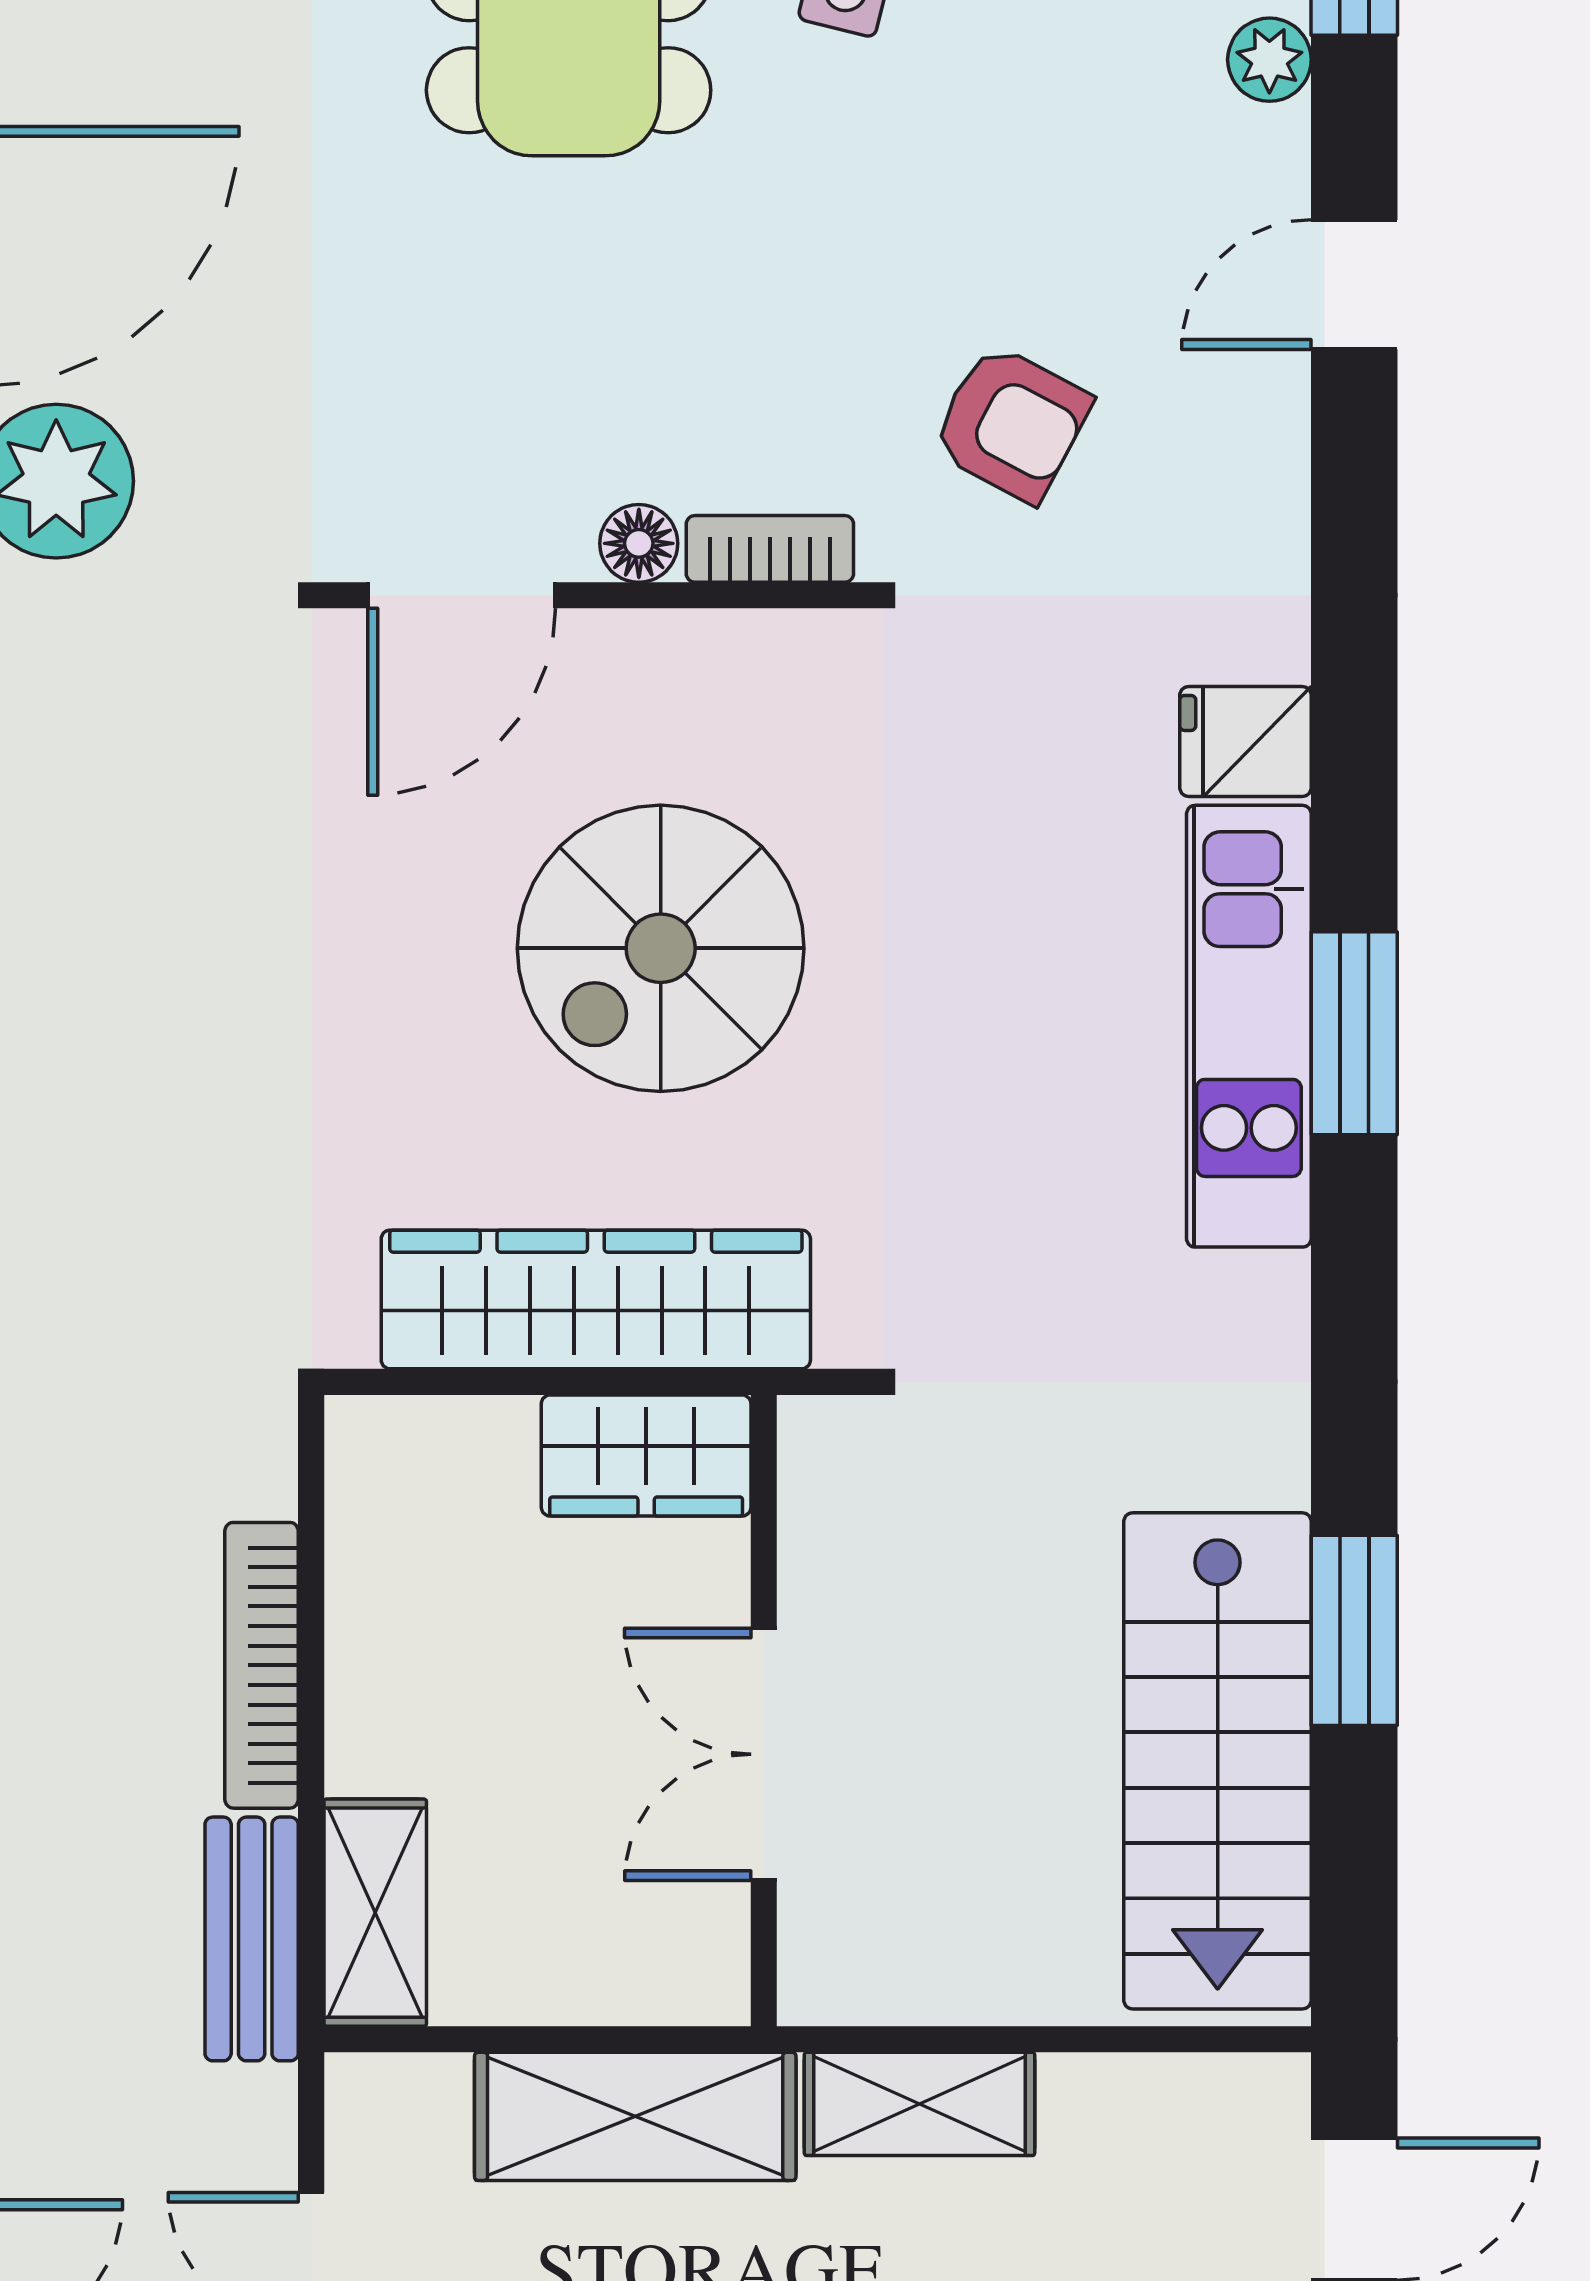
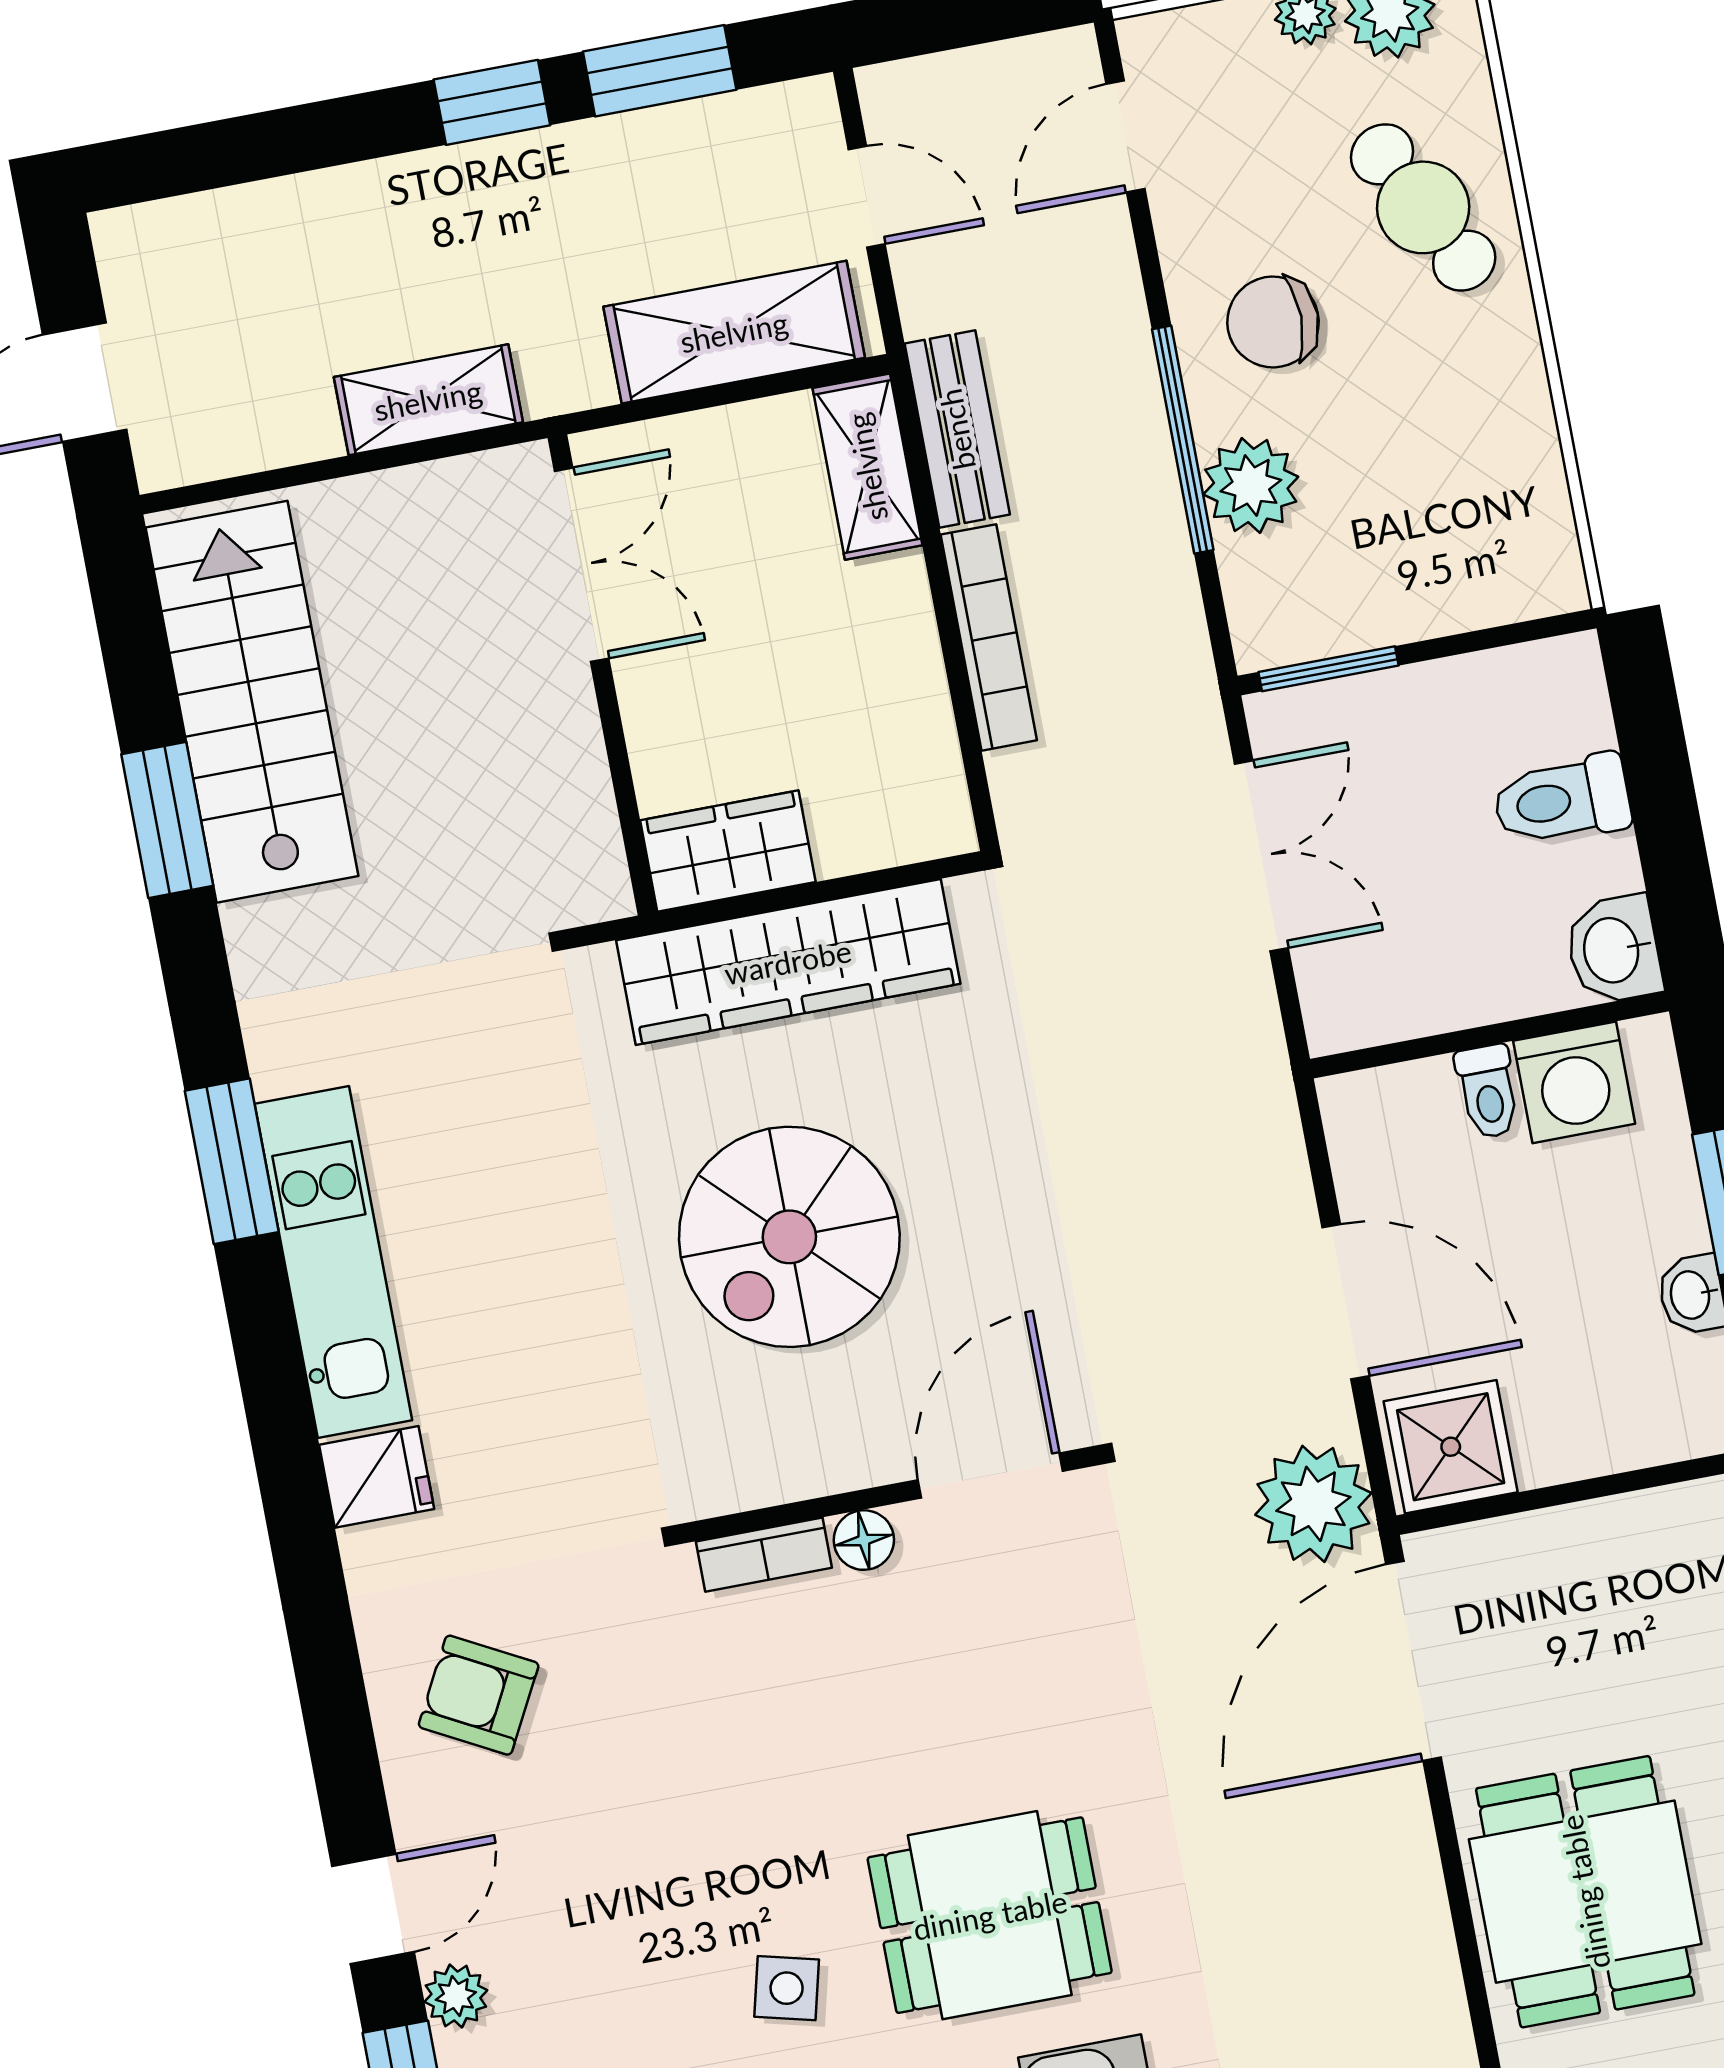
door: (1354, 285) -> (373, 1909), moved
armchair: (1011, 423) -> (479, 1695), moved
spiral stairs: (661, 948) -> (789, 1237), turned 180
window: (1354, 1033) -> (232, 1161), moved
double door: (764, 1754) -> (582, 565), moved
shelving: (635, 2116) -> (734, 332), moved

